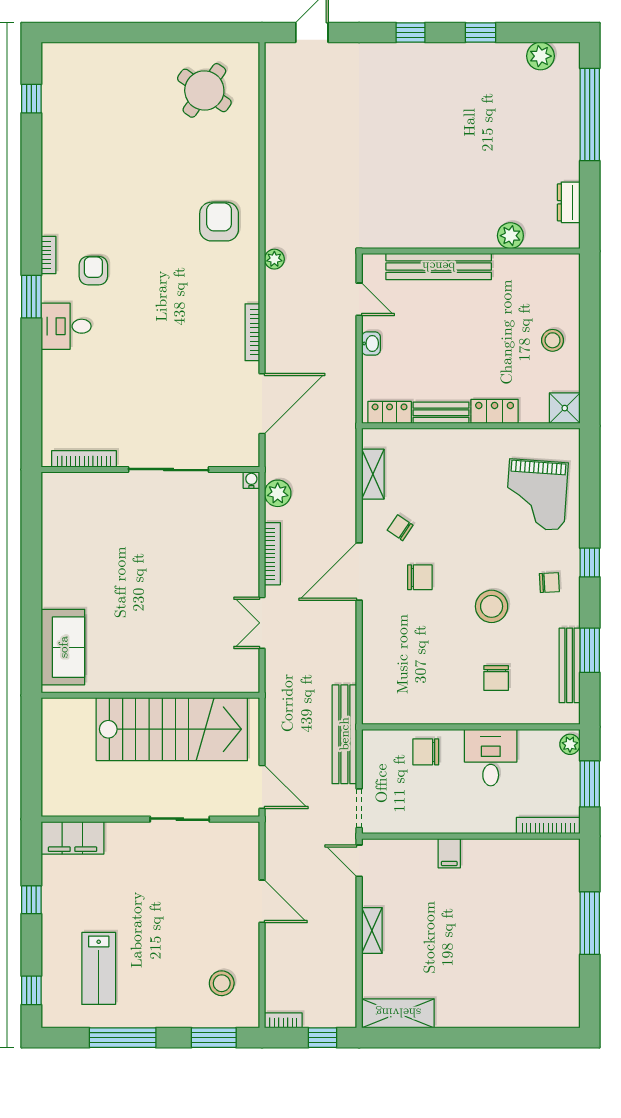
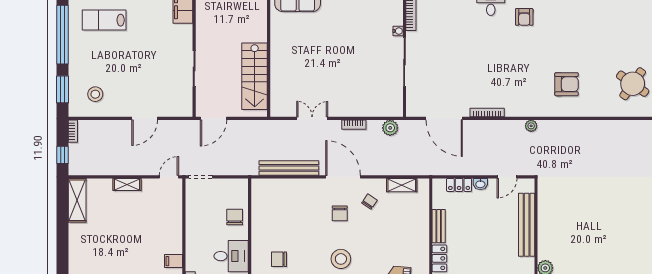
armchair: (219, 222) -> (567, 84), moved
armchair: (93, 271) -> (524, 17), turned 90
locker: (390, 412) -> (459, 185), moved, turned 90
water cooler: (251, 480) -> (398, 31), moved
bookcase: (272, 554) -> (354, 125), width x0.64
stool: (492, 606) -> (341, 259), moved
stairs: (172, 729) -> (255, 76), width x0.73, depth x0.66
bench: (344, 734) -> (289, 168), moved
filing cabinet: (449, 853) -> (174, 261), moved
window: (123, 1038) -> (63, 35), width x1.46

